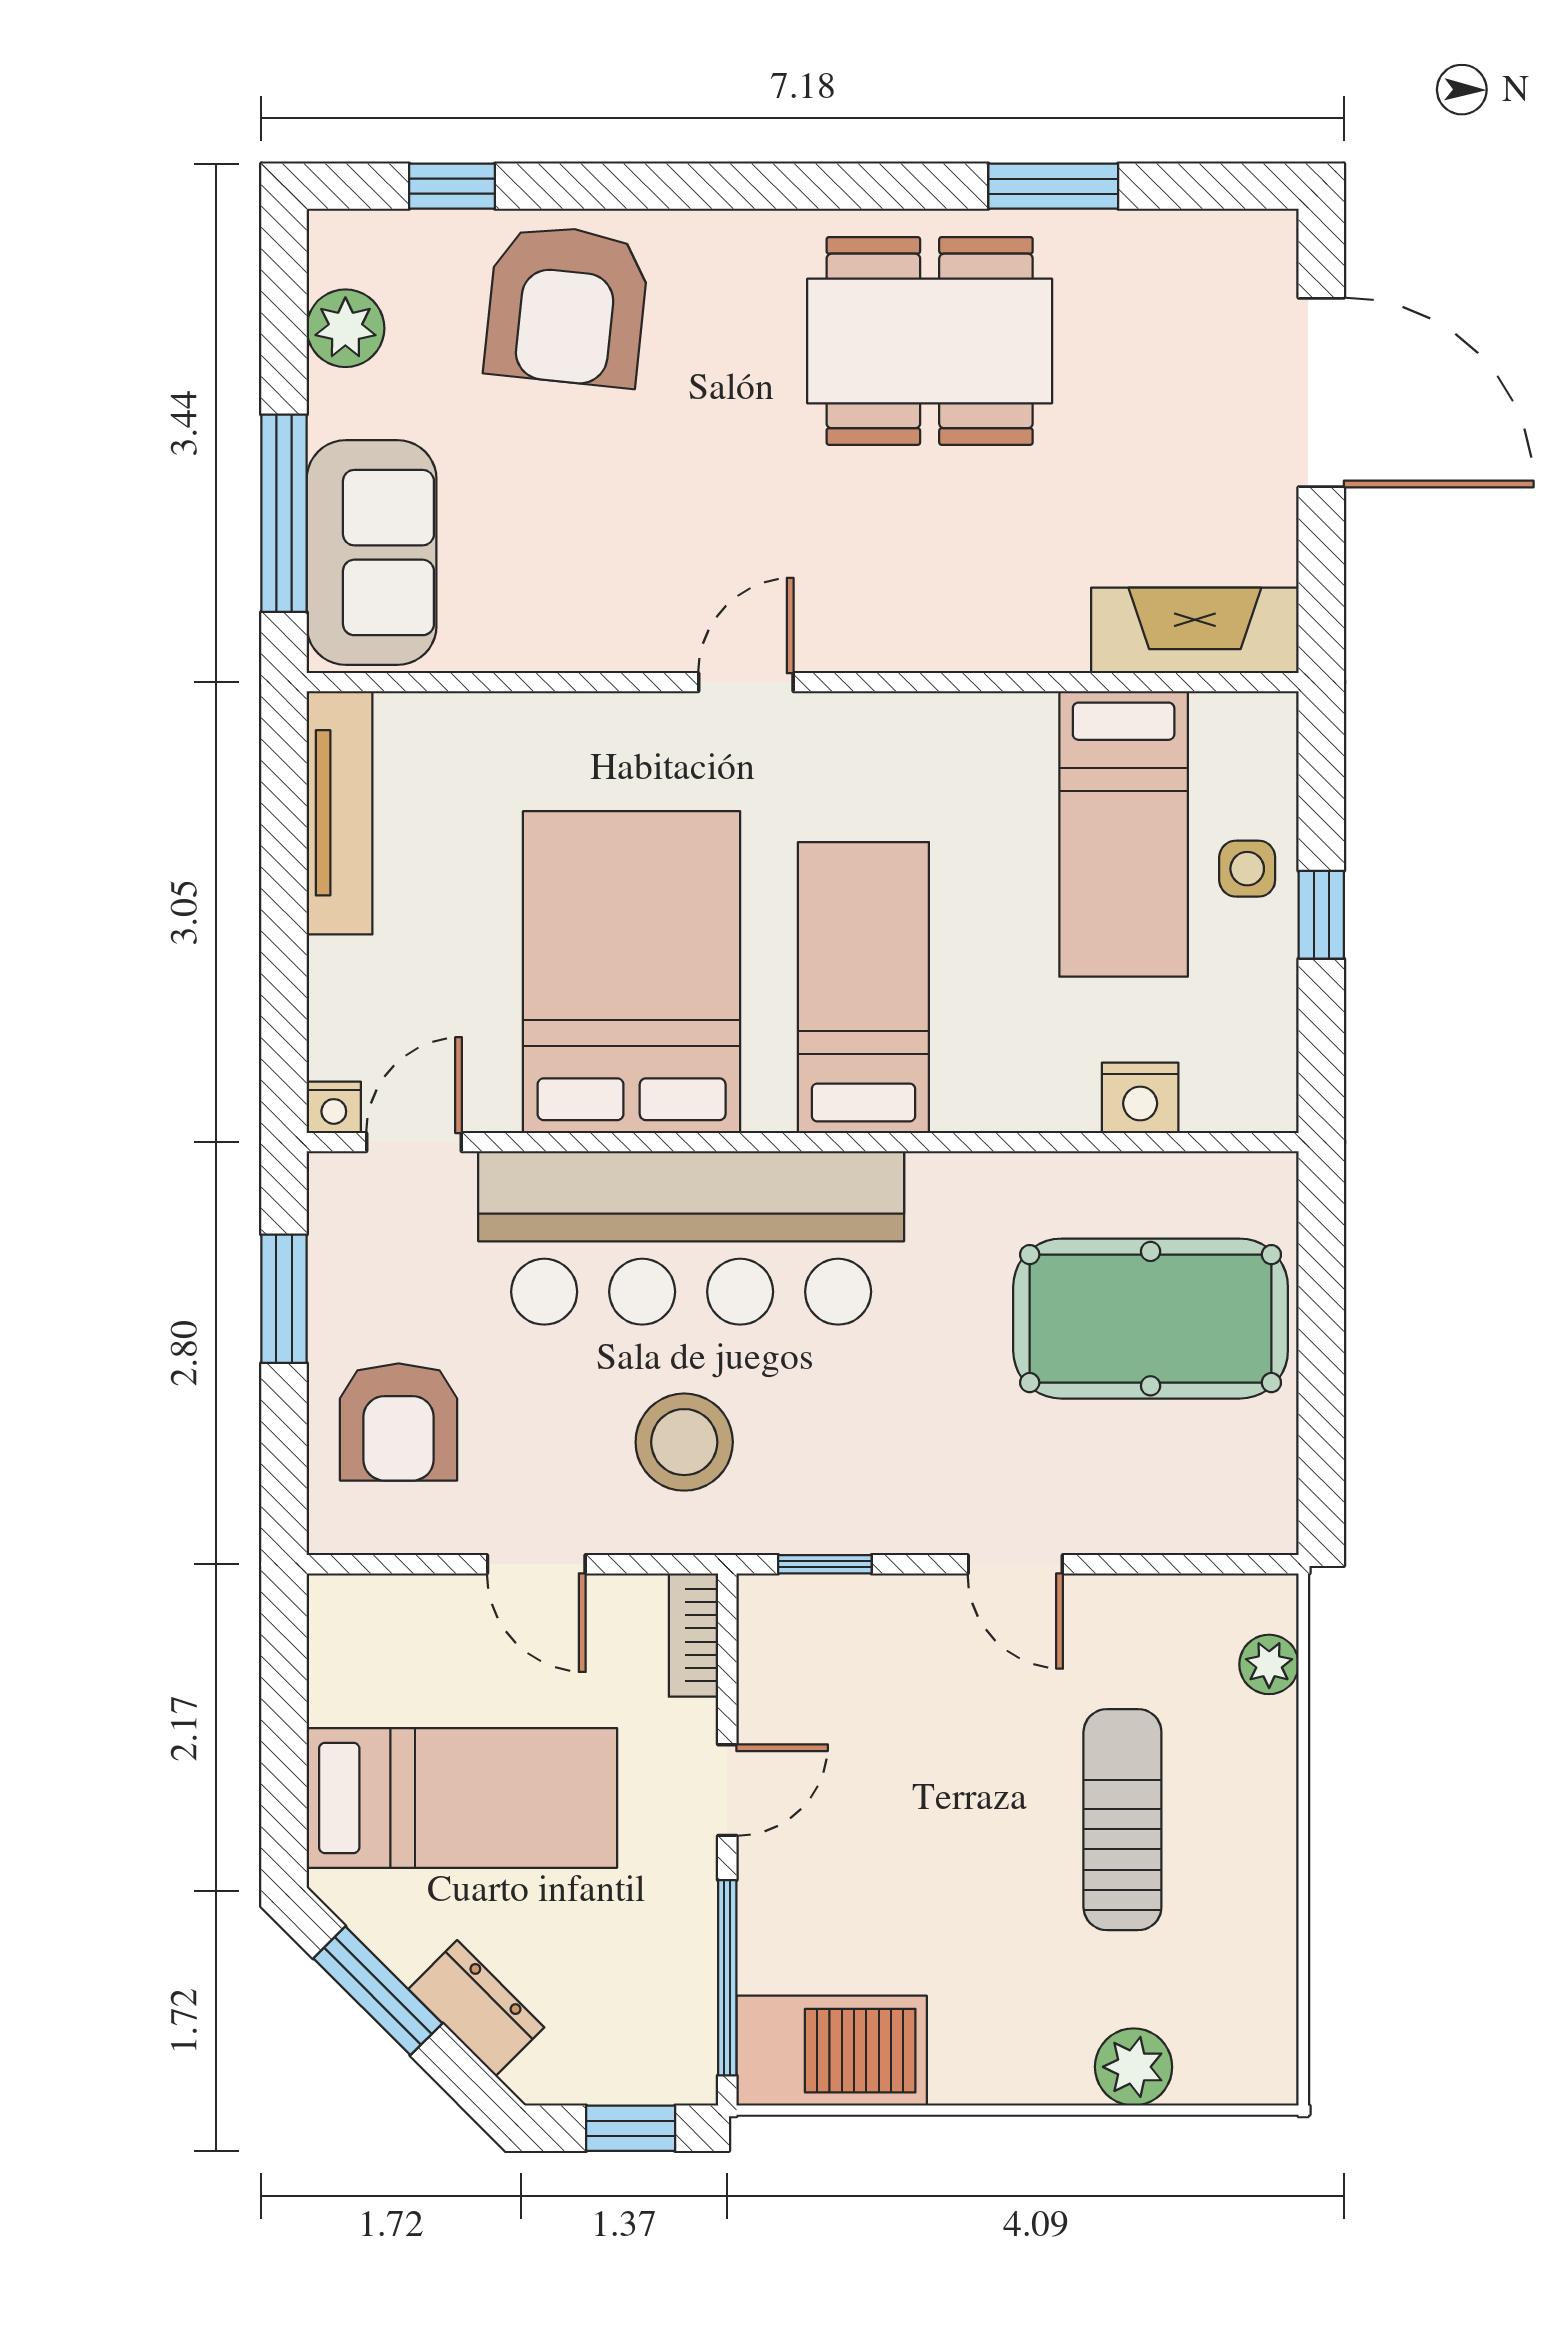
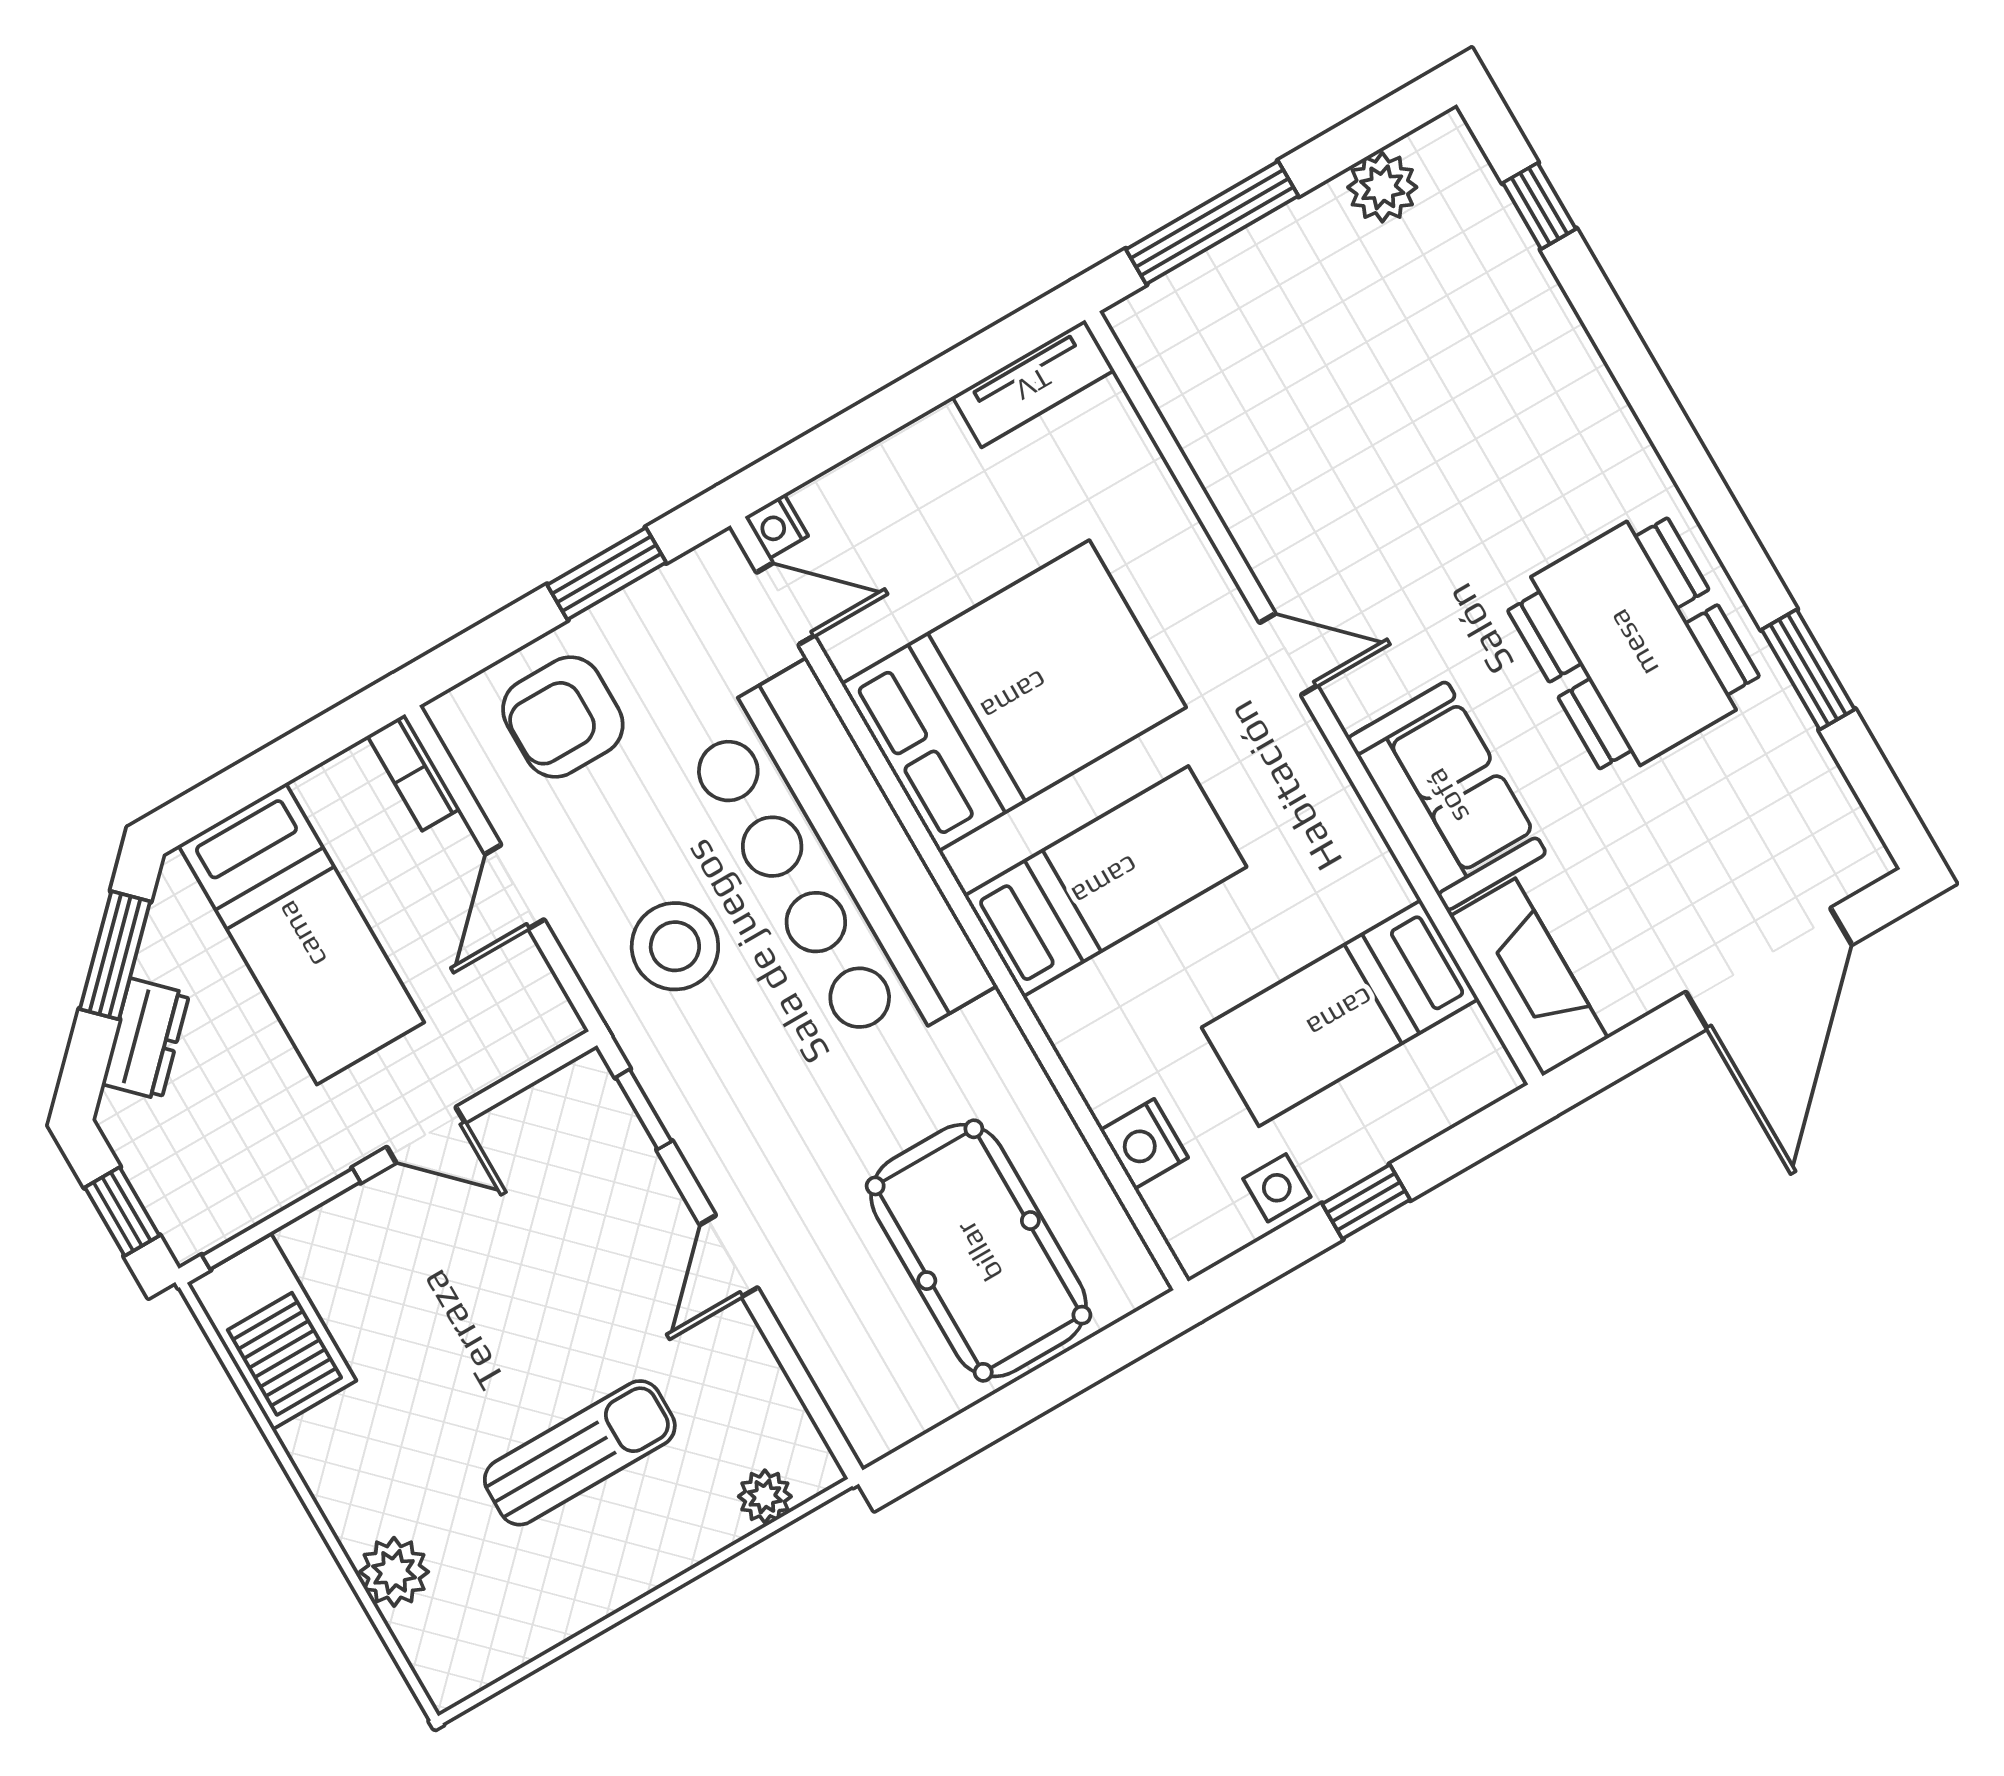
armchair: (567, 305) -> (1499, 348), removed
sofa: (372, 553) -> (1447, 796), moved, turned -90
tv unit: (340, 813) -> (1033, 384), width x0.71
side table: (1247, 869) -> (1277, 1188), moved
bookcase: (694, 1635) -> (414, 772), moved, turned -90

